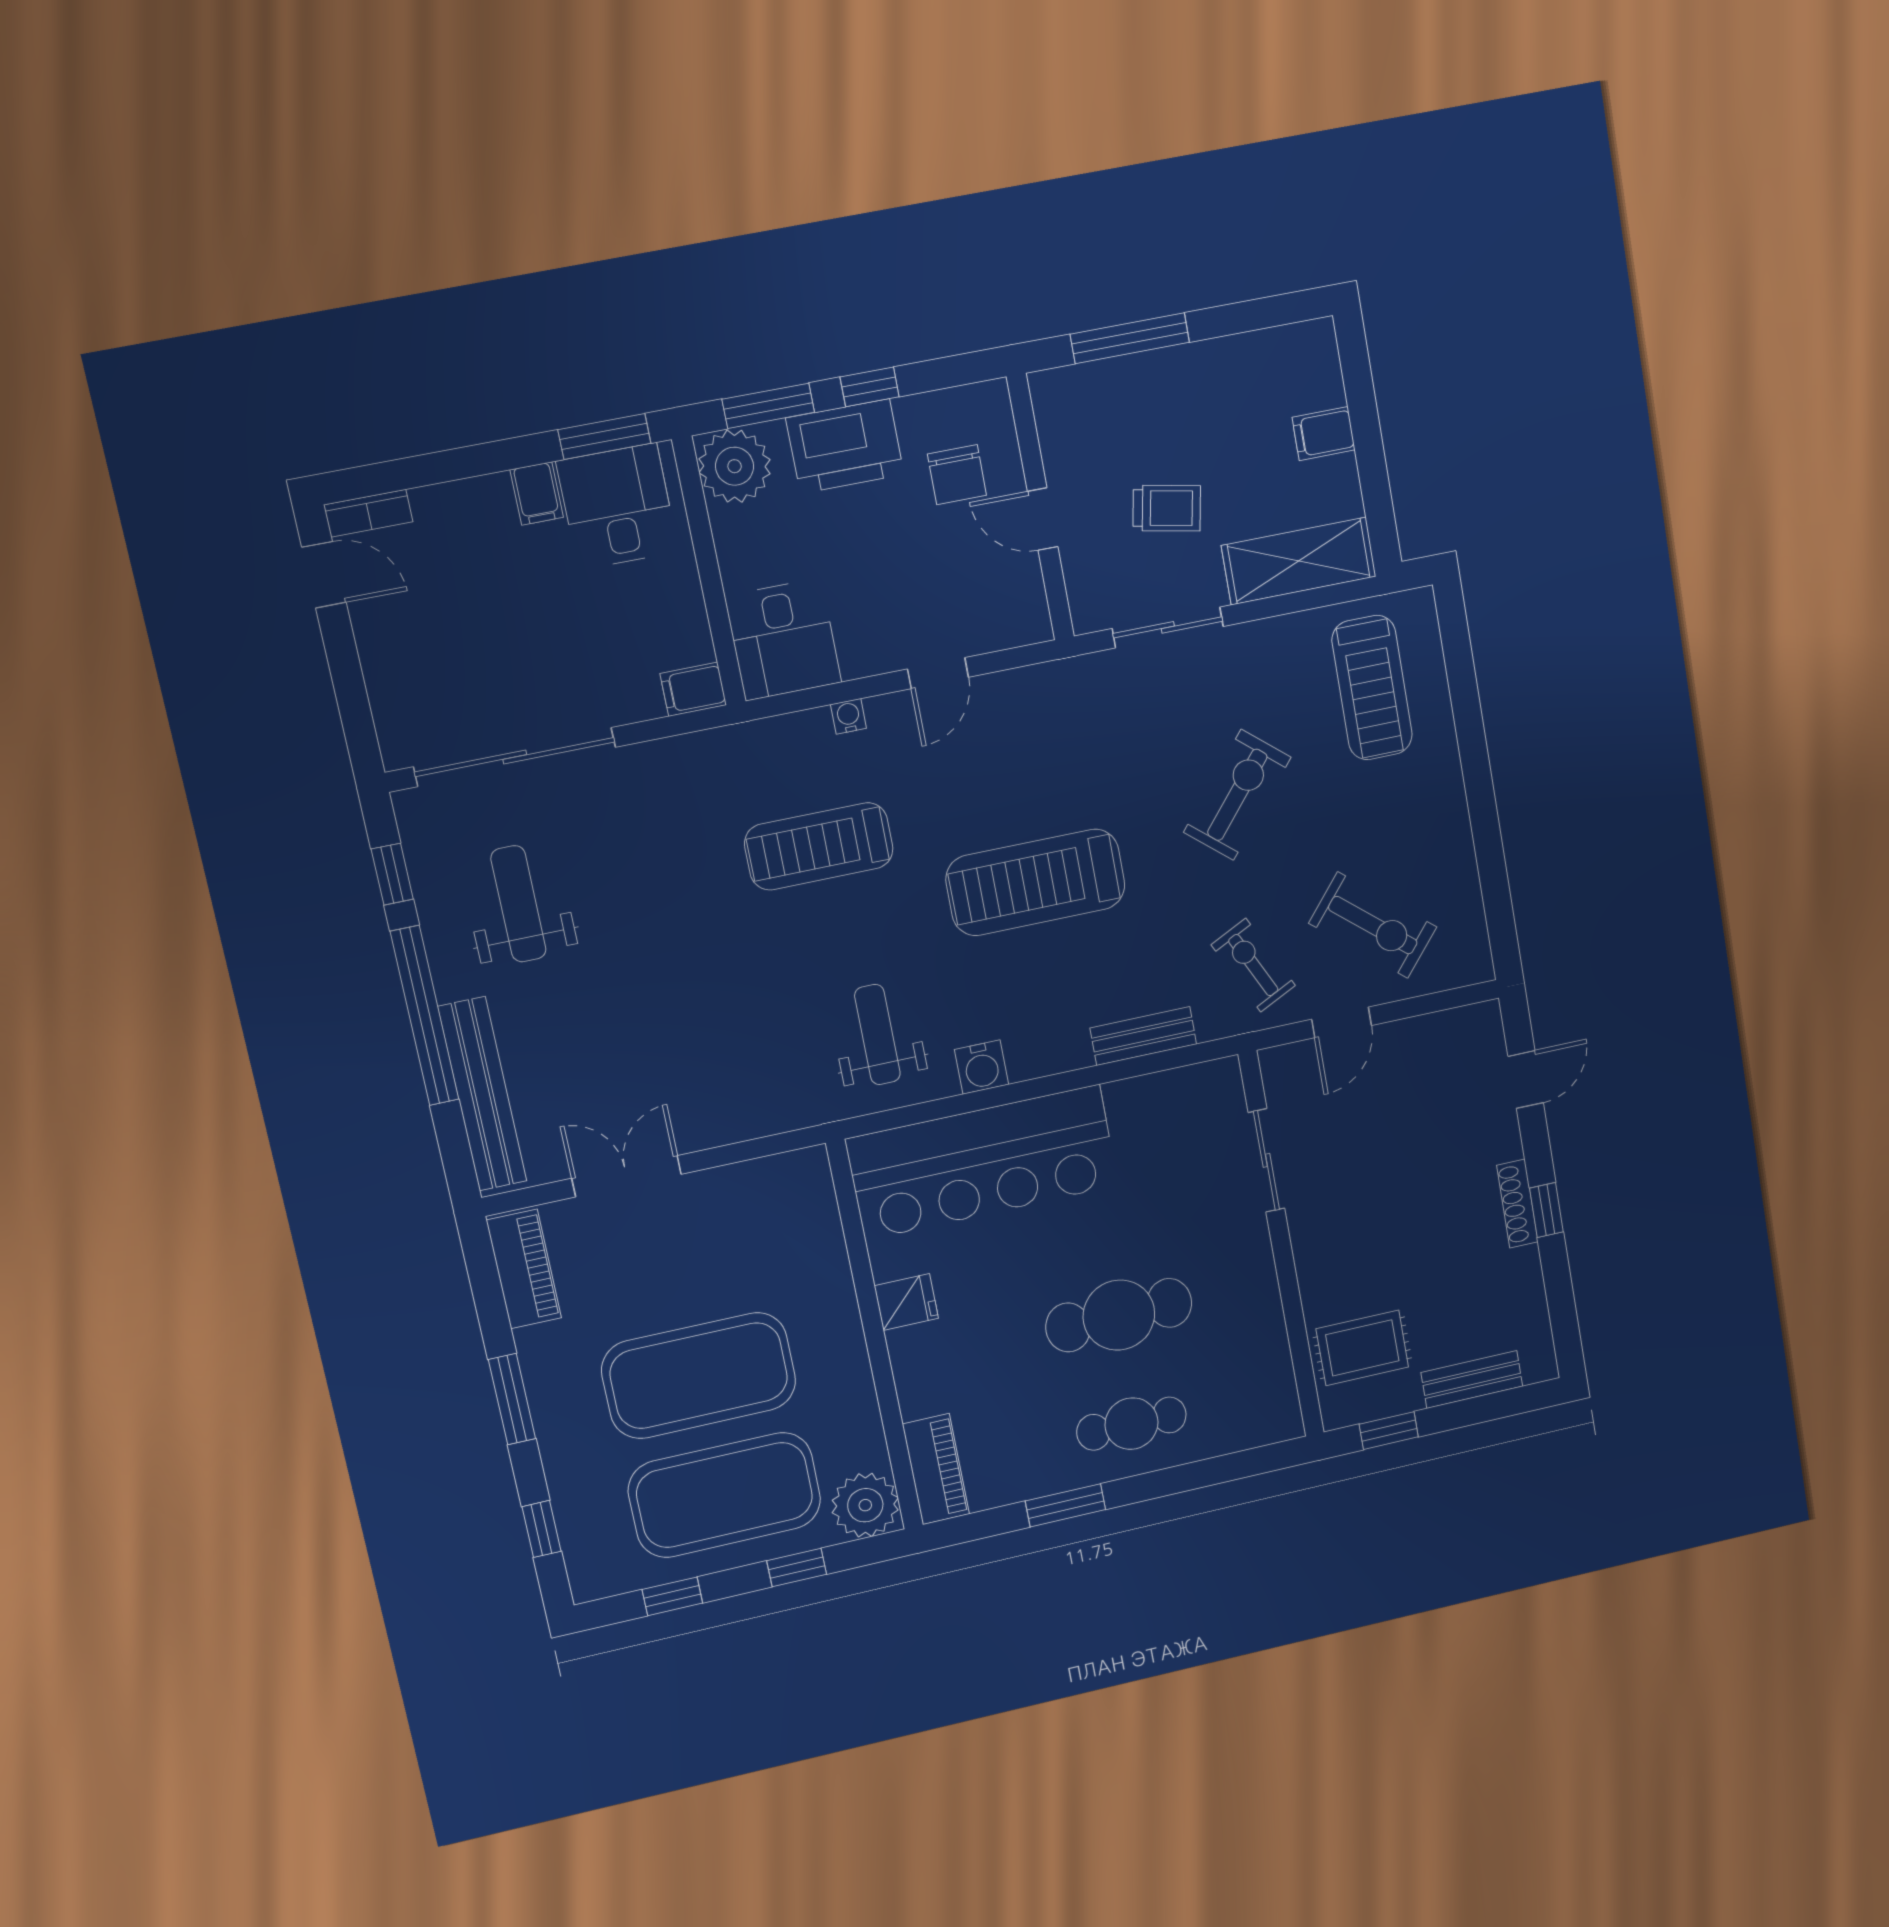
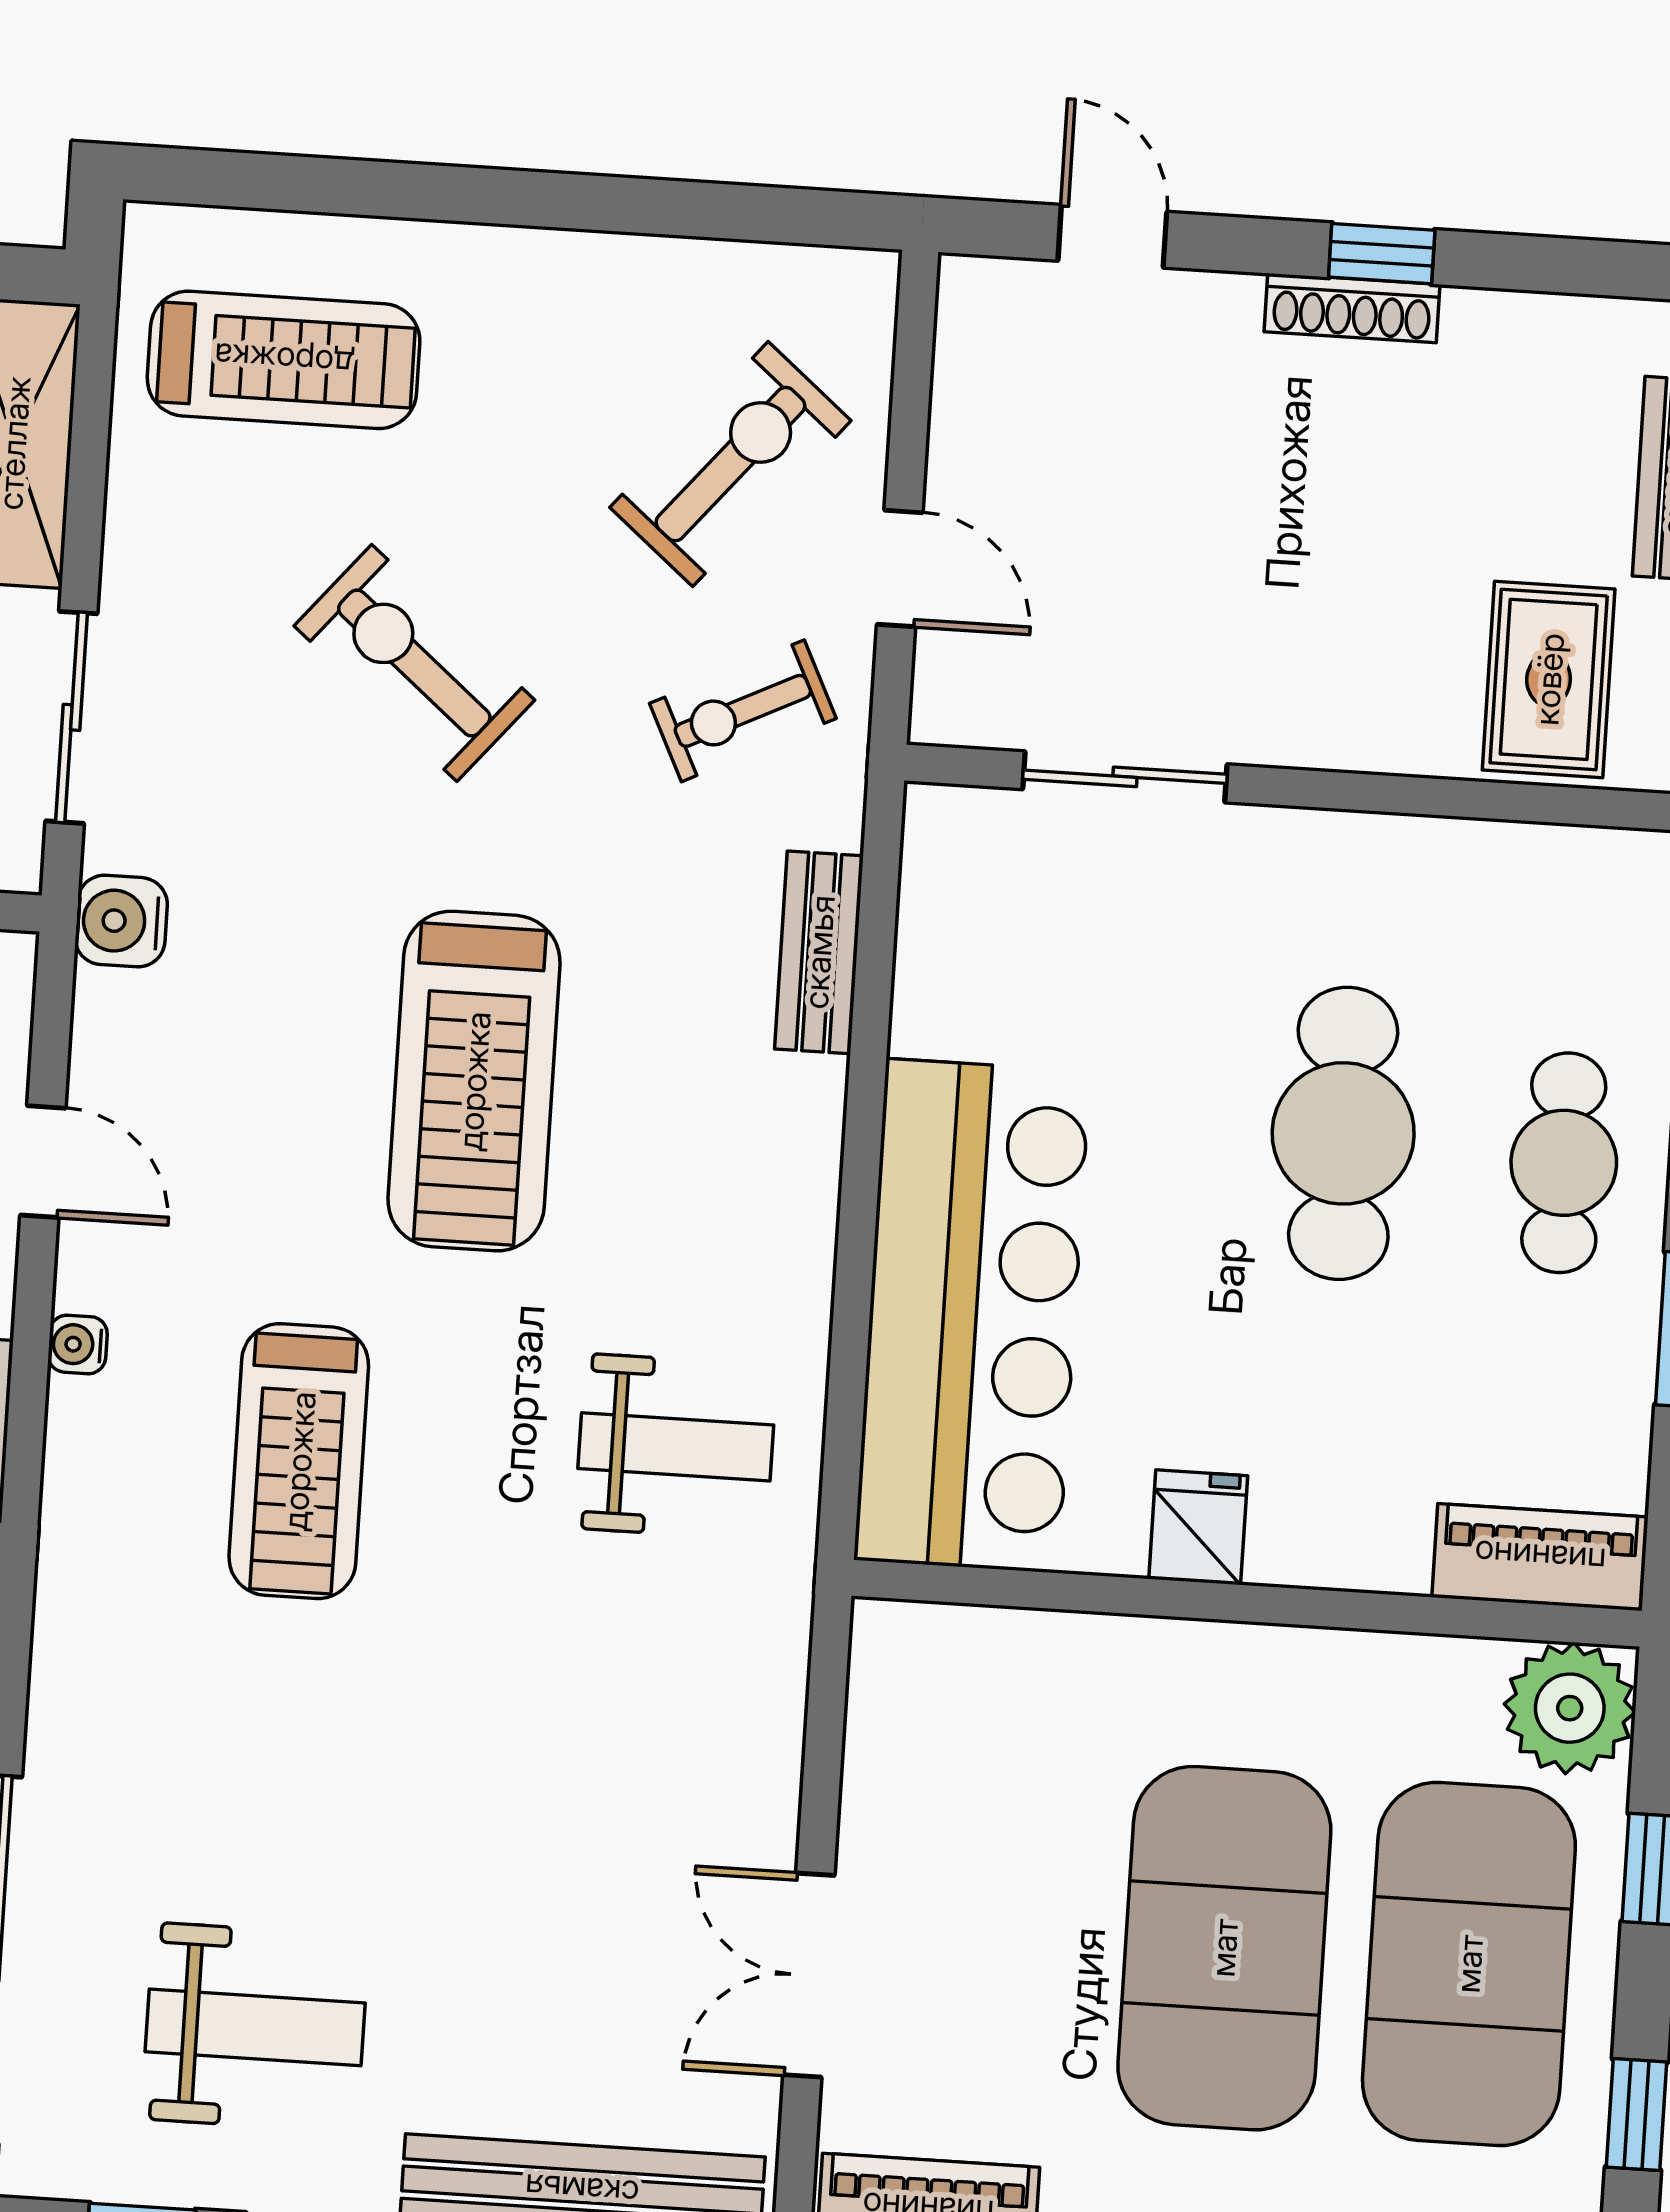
weight bench: (518, 904) -> (255, 2027), turned 180
weight bench: (877, 1035) -> (676, 1447), turned 180
water cooler: (982, 1067) -> (121, 921), moved, turned 180

